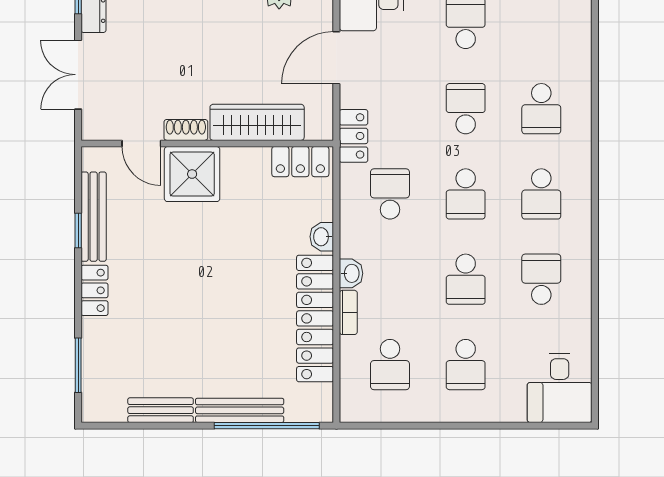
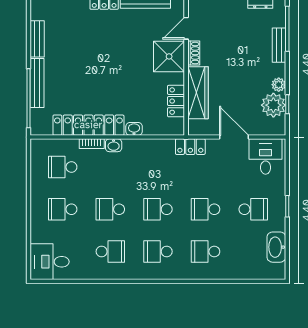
school desk: (466, 109) -> (206, 209), turned 180
locker: (300, 162) -> (176, 101), moved
school desk: (390, 194) -> (158, 167), removed

